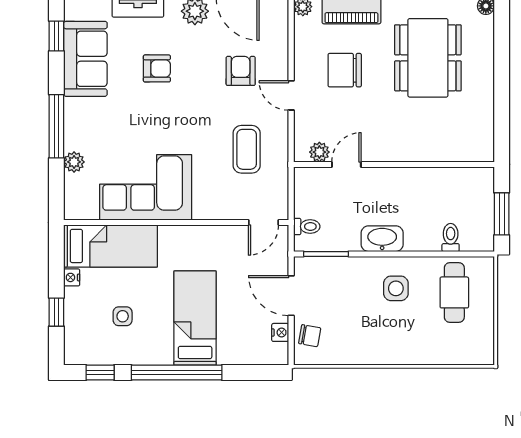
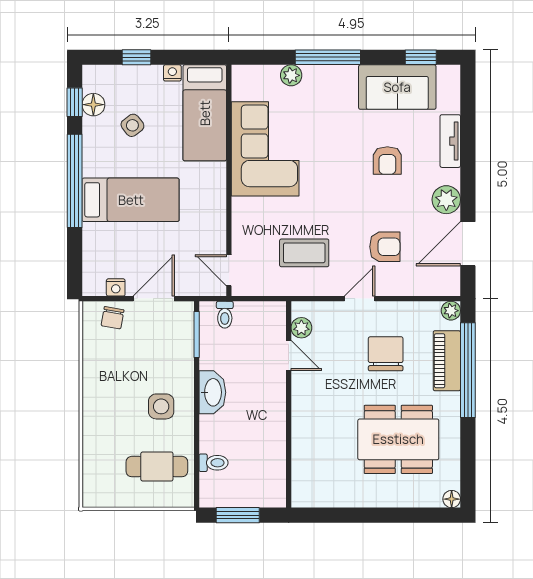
side table: (123, 316) -> (132, 125), turned -38
floor lamp: (102, 354) -> (93, 105), added

